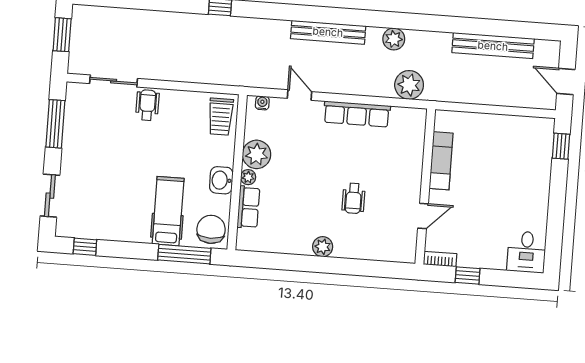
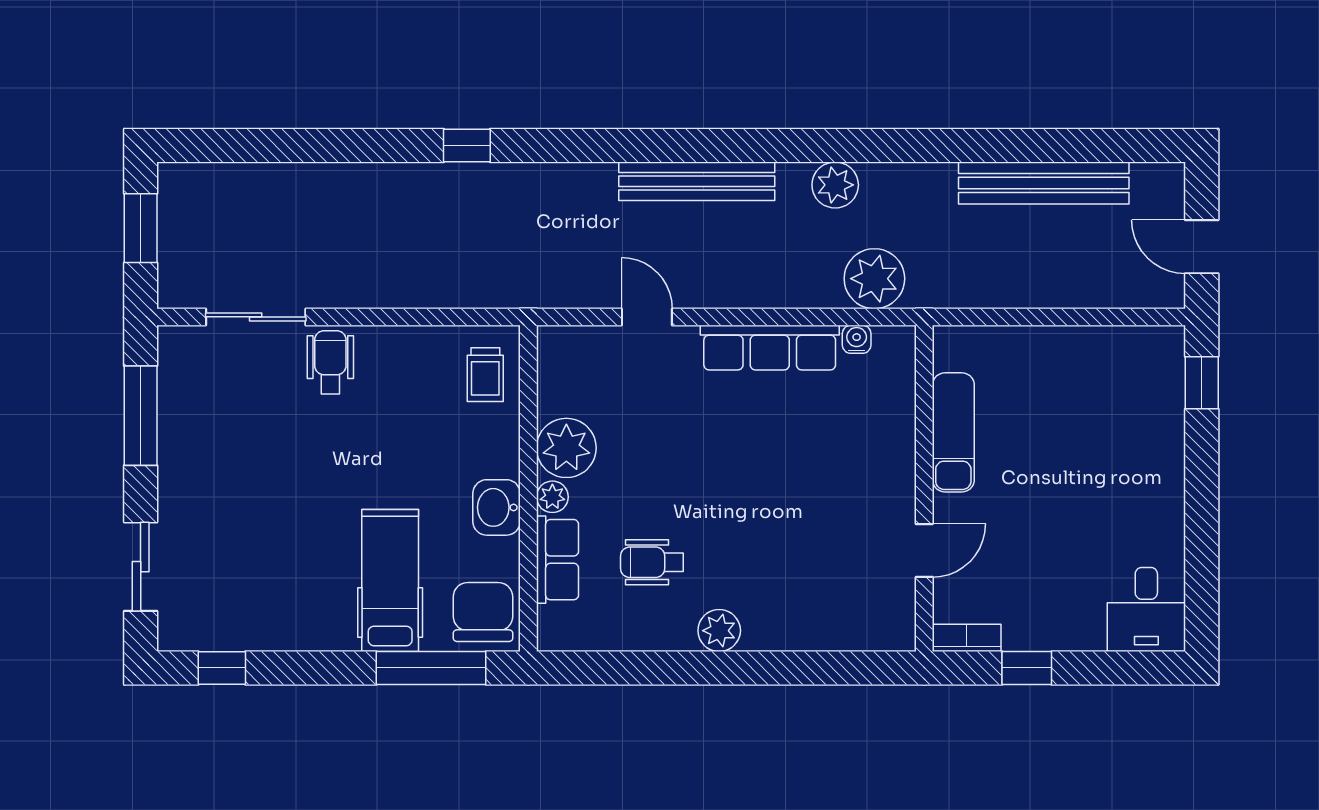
water cooler: (262, 103) -> (857, 339), moved
trolley: (221, 117) -> (485, 375), width x0.73, depth x0.72
wheelchair: (353, 198) -> (652, 562), moved, turned 90

